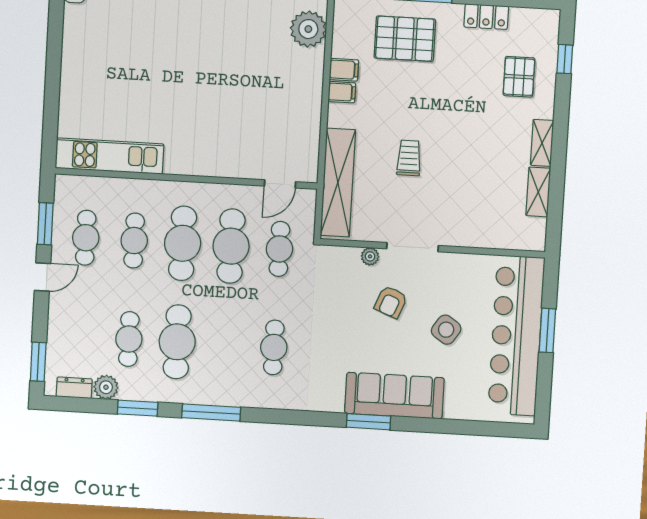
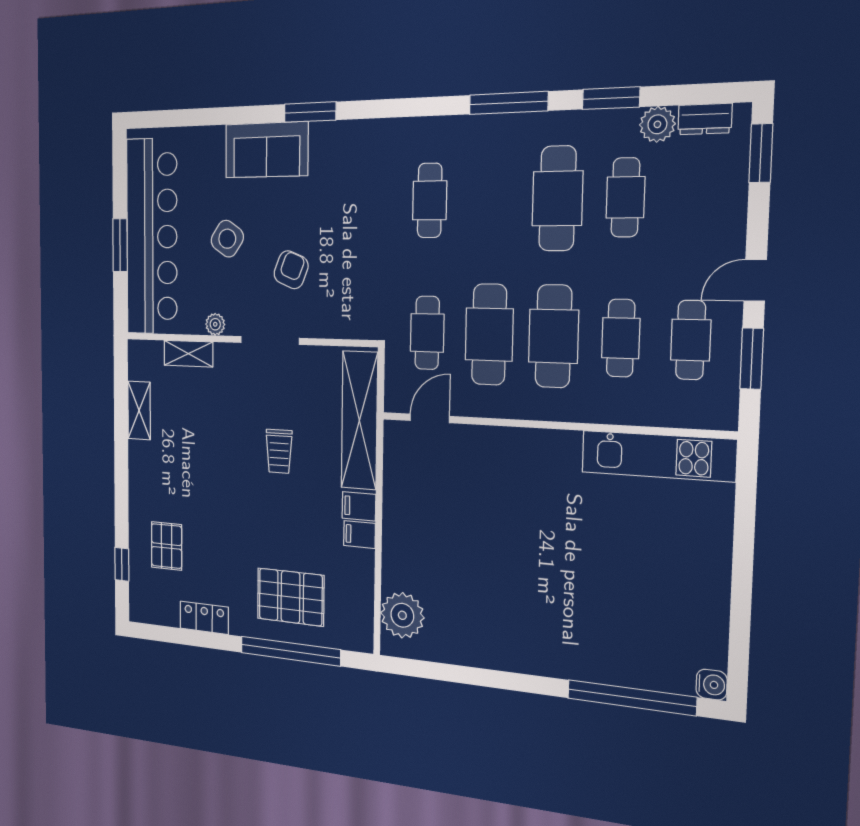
filing cabinet: (344, 70) -> (359, 506), moved
shelving: (542, 143) -> (188, 354), moved, turned 90
plant: (370, 256) -> (215, 324), moved
sofa: (394, 396) -> (267, 150), width x0.73

